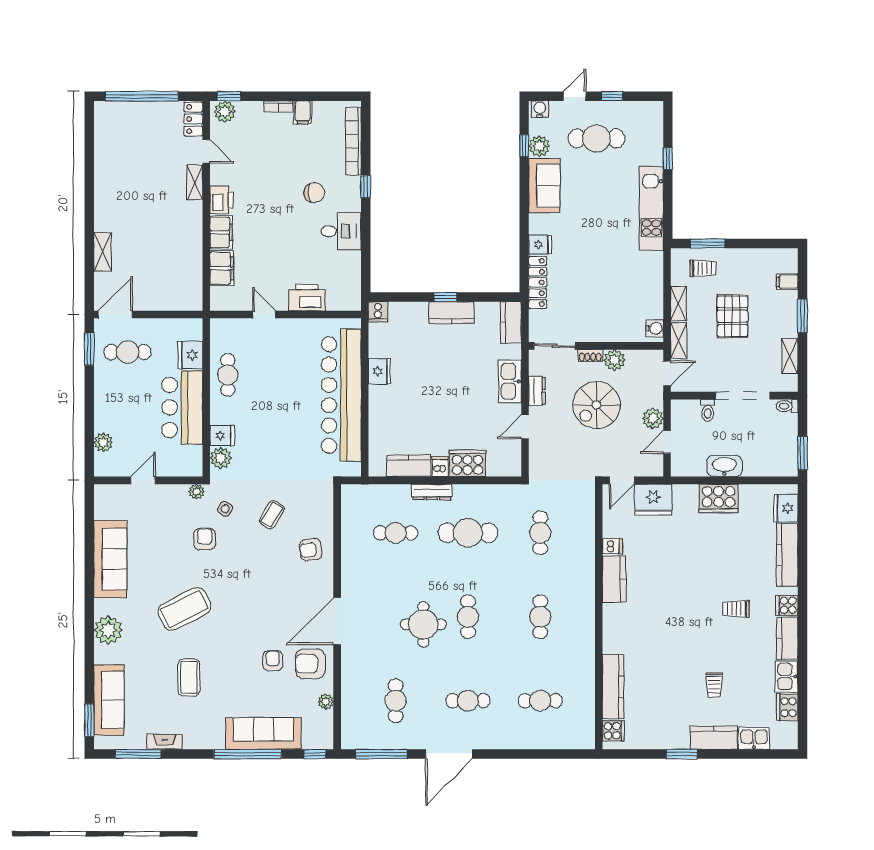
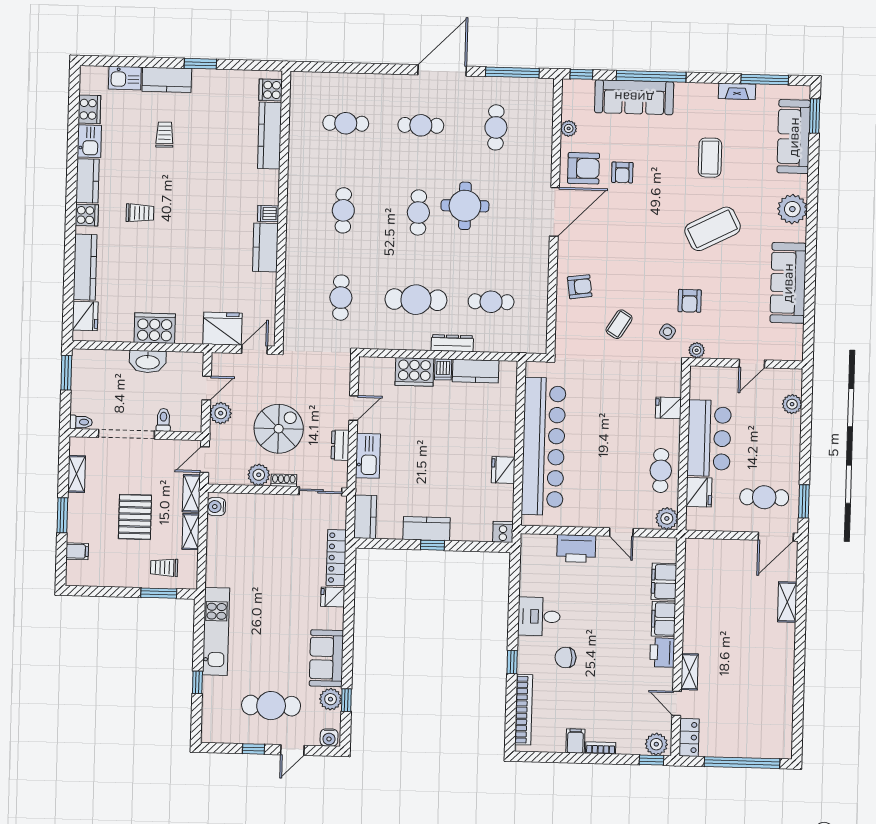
plant: (221, 458) -> (667, 518), moved
dishwasher: (612, 546) -> (268, 214), moved

